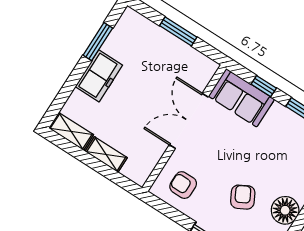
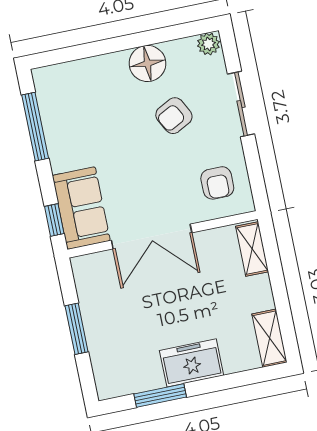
window: (264, 86) -> (54, 220), moved
shelving: (106, 154) -> (252, 249), moved

